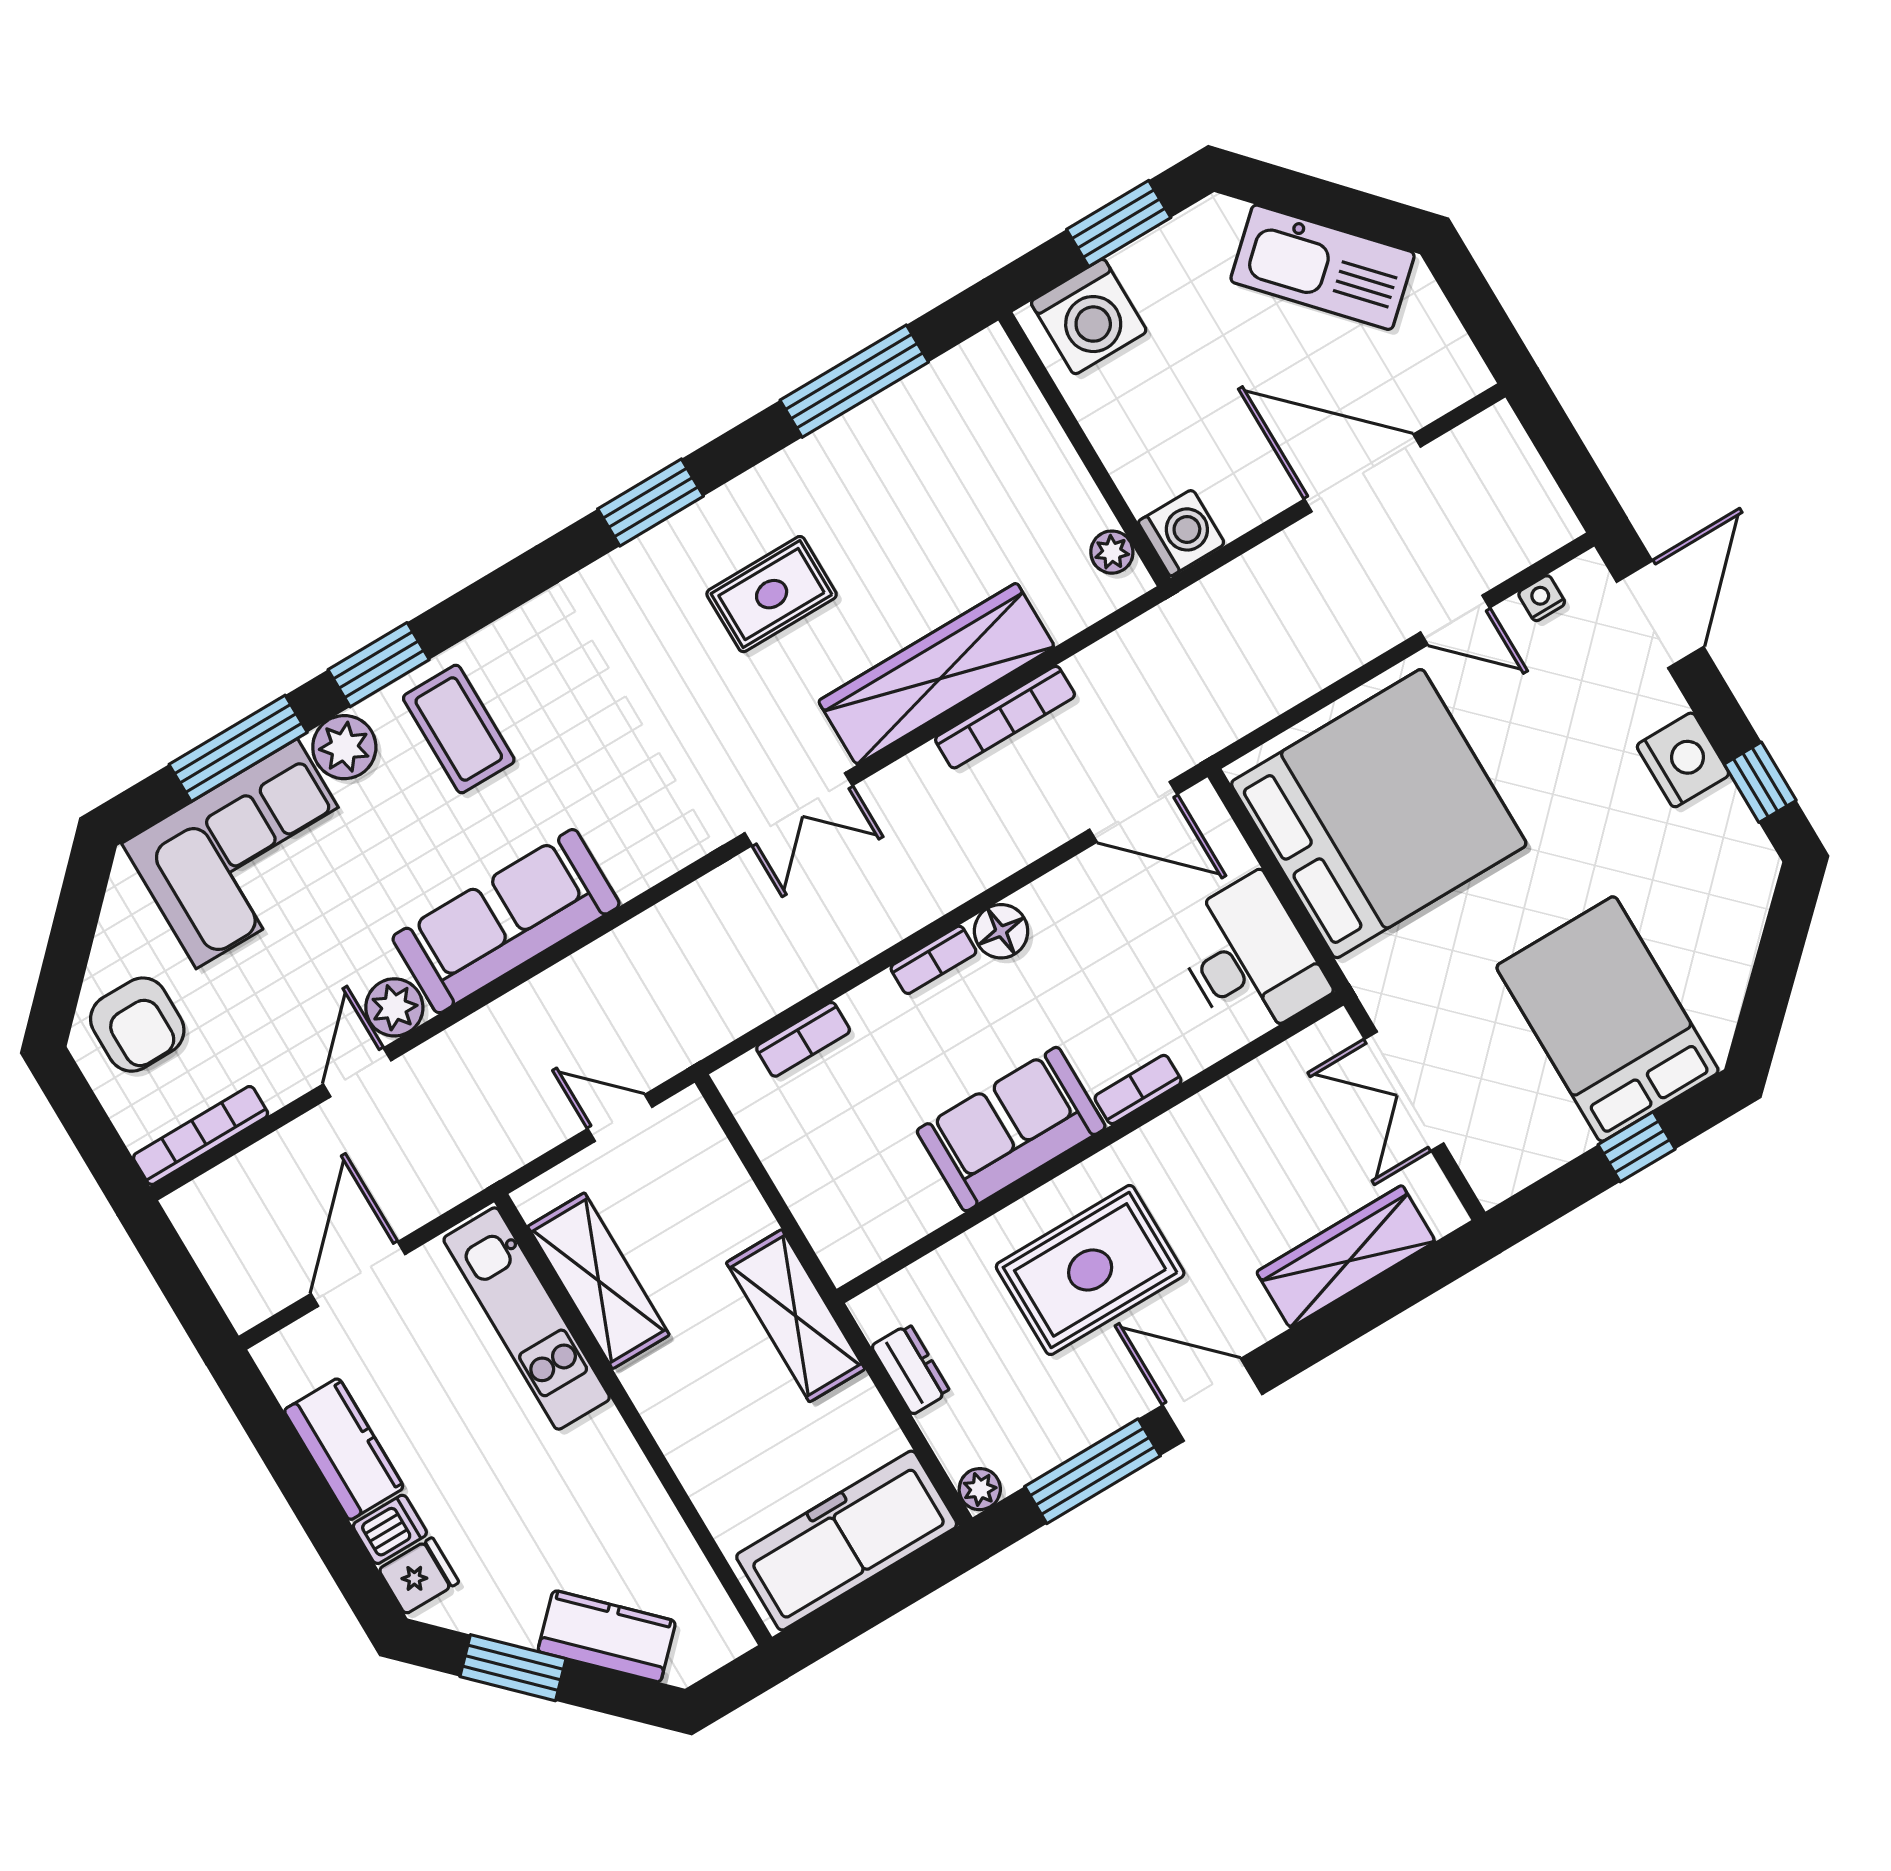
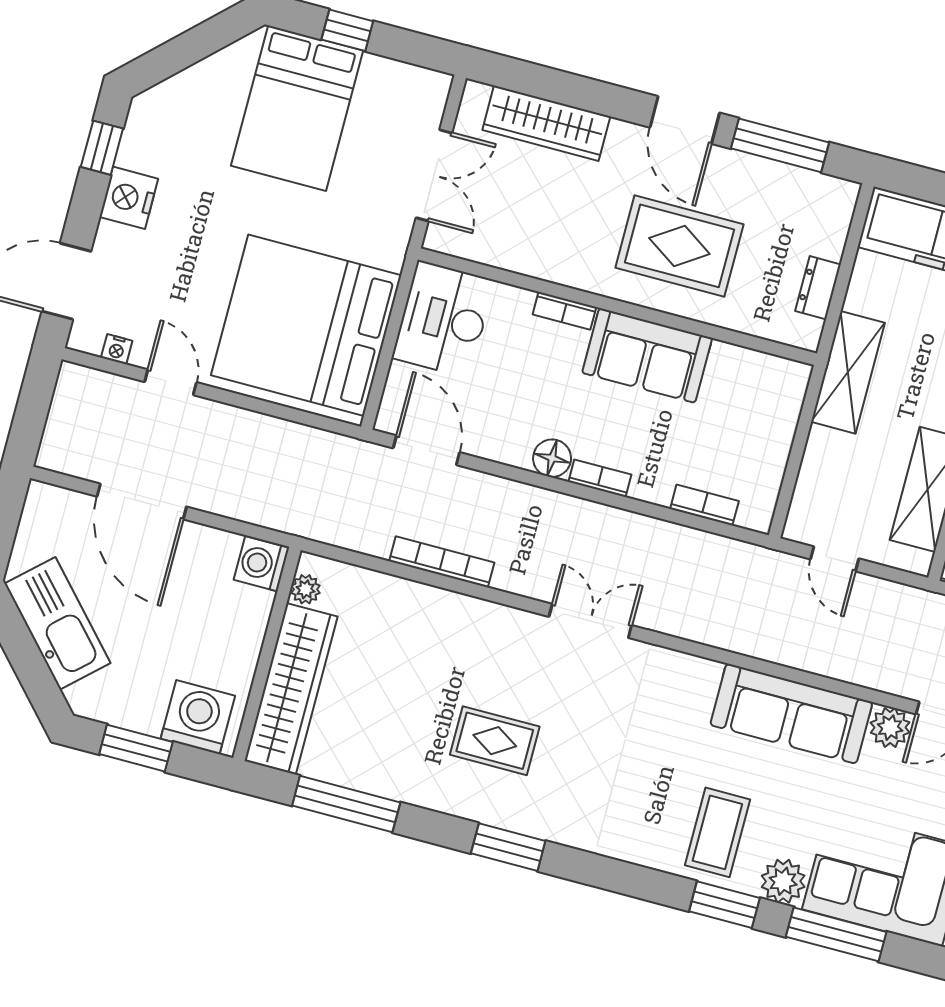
wardrobe: (937, 674) -> (291, 689), moved, turned -90
plant: (980, 1489) -> (845, 194), removed

